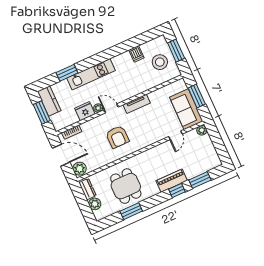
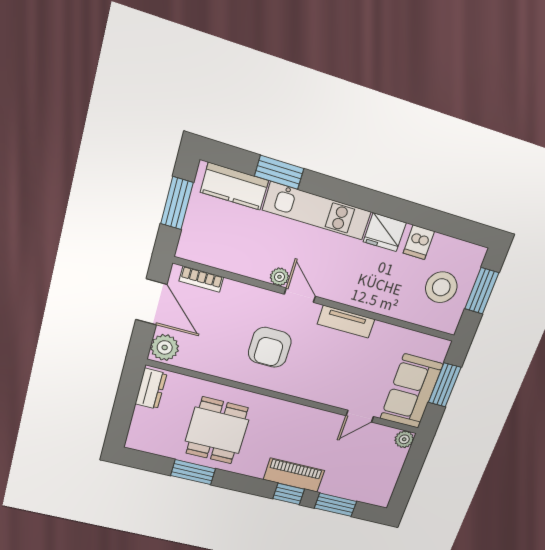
kitchen counter: (49, 101) -> (235, 186), moved, turned 90
fridge: (85, 111) -> (385, 232), moved, turned 180
plant: (95, 204) -> (144, 419), removed

